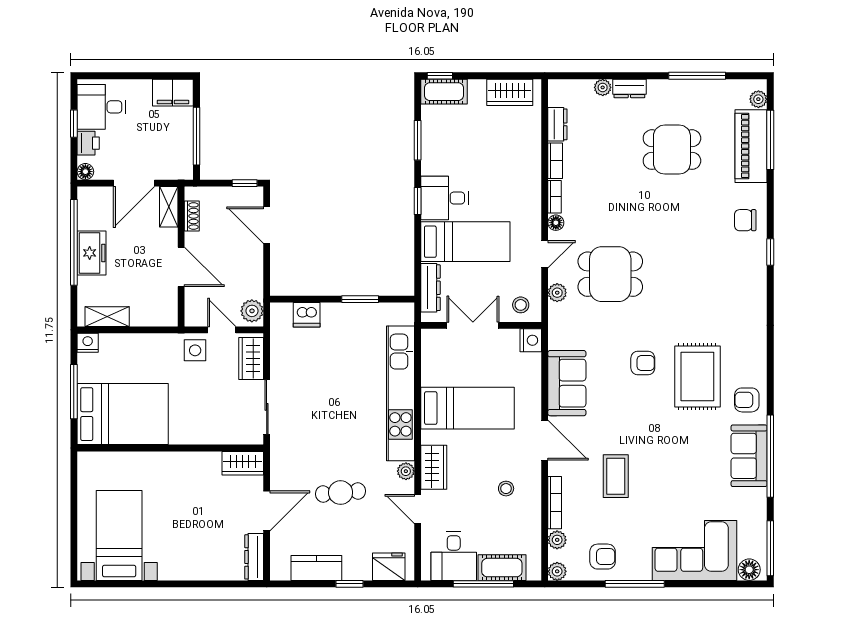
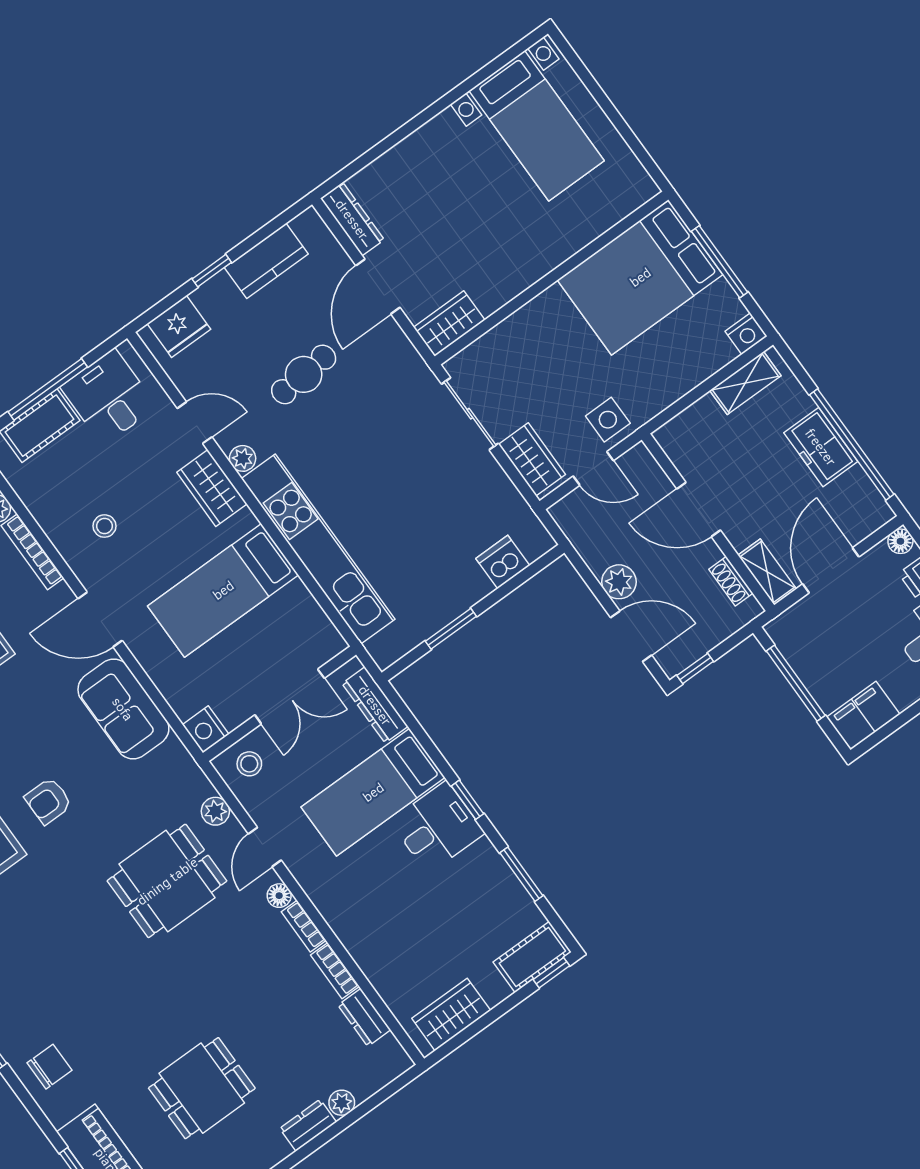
plant: (252, 311) -> (619, 582), moved

